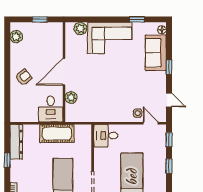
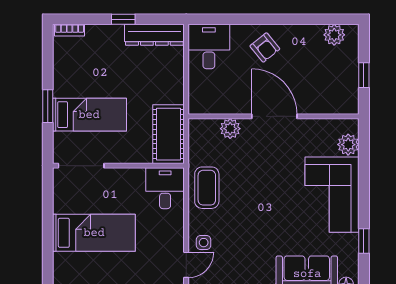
desk: (51, 109) -> (209, 47), moved, turned 90
coffee table: (106, 111) -> (207, 188), added
cot: (57, 134) -> (169, 134), moved

